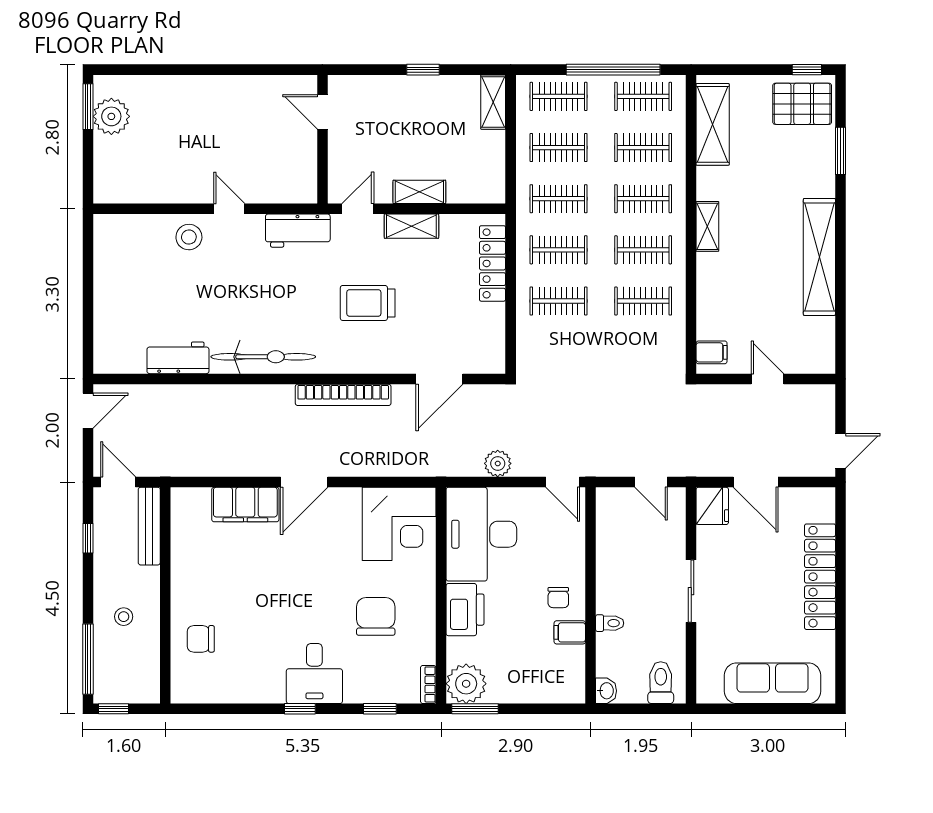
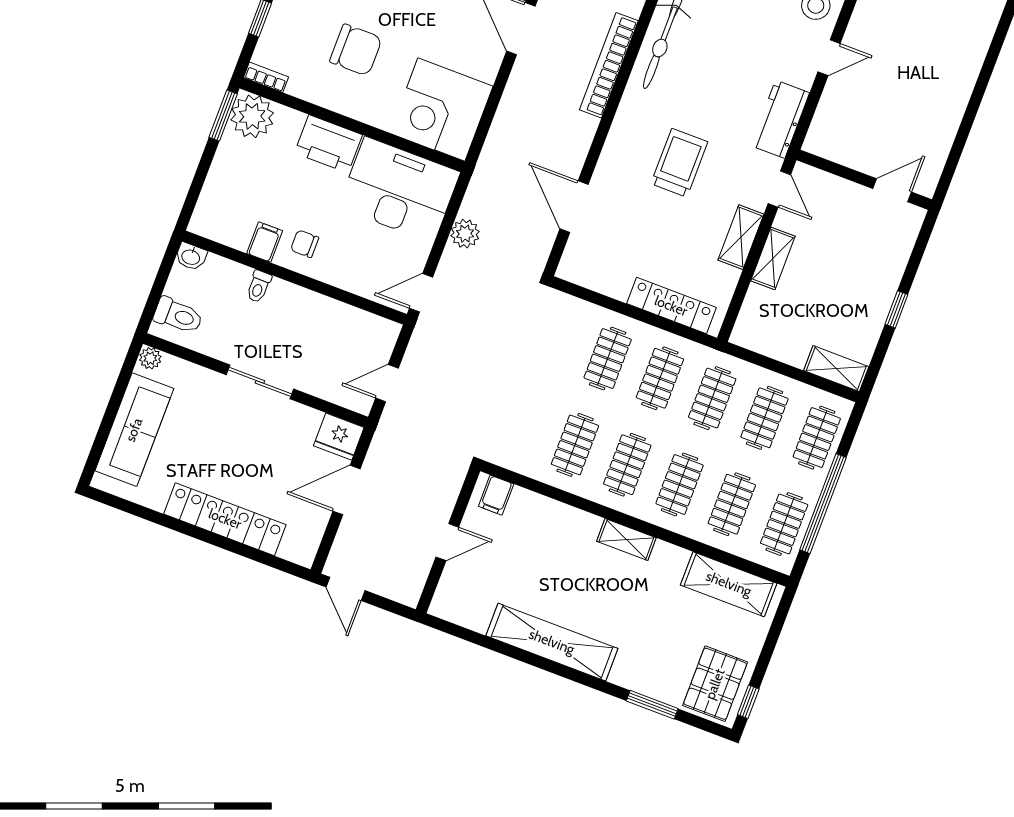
bookcase: (343, 395) -> (609, 65), moved
plant: (706, 693) -> (150, 358), added

